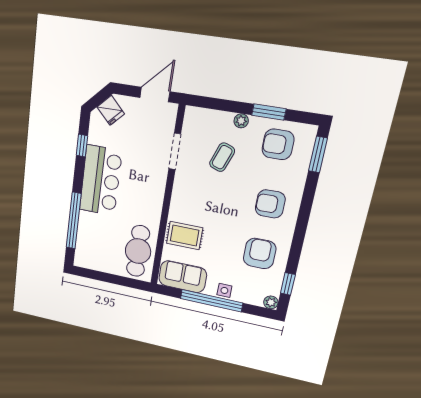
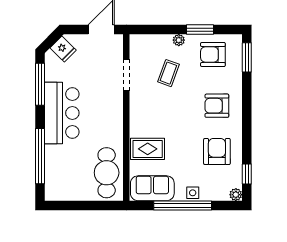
window: (82, 146) -> (40, 84), width x2.17

